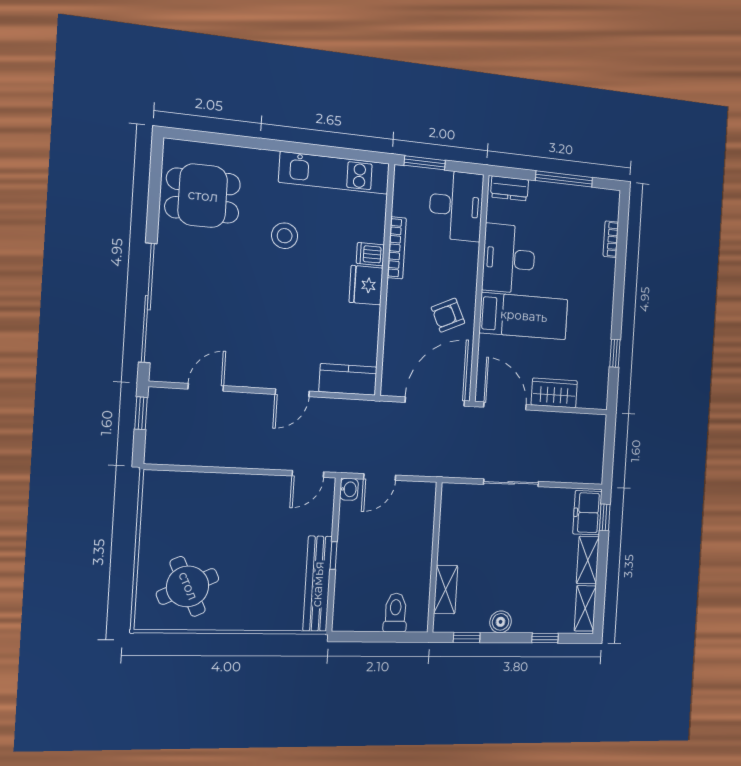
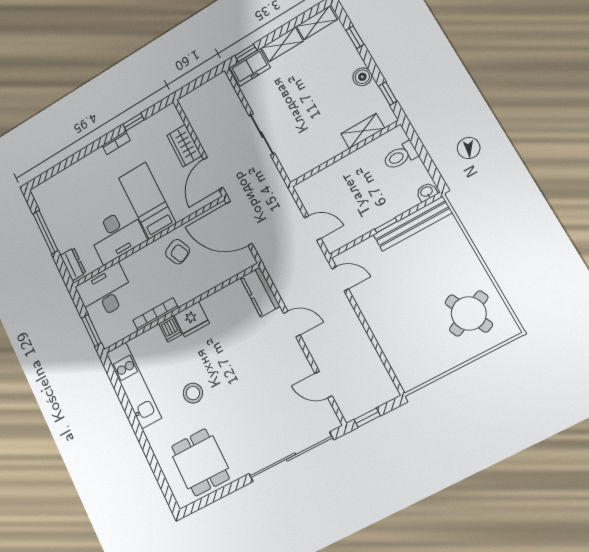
bookcase: (611, 239) -> (116, 143), moved
washbasin: (349, 489) -> (427, 192), moved

